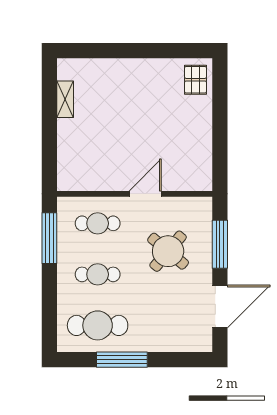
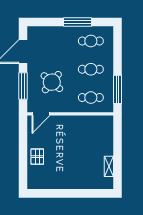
pallet: (195, 80) -> (37, 157), moved
door: (145, 194) -> (41, 114), moved
cafe table: (98, 325) -> (91, 41), width x0.73, depth x0.74

